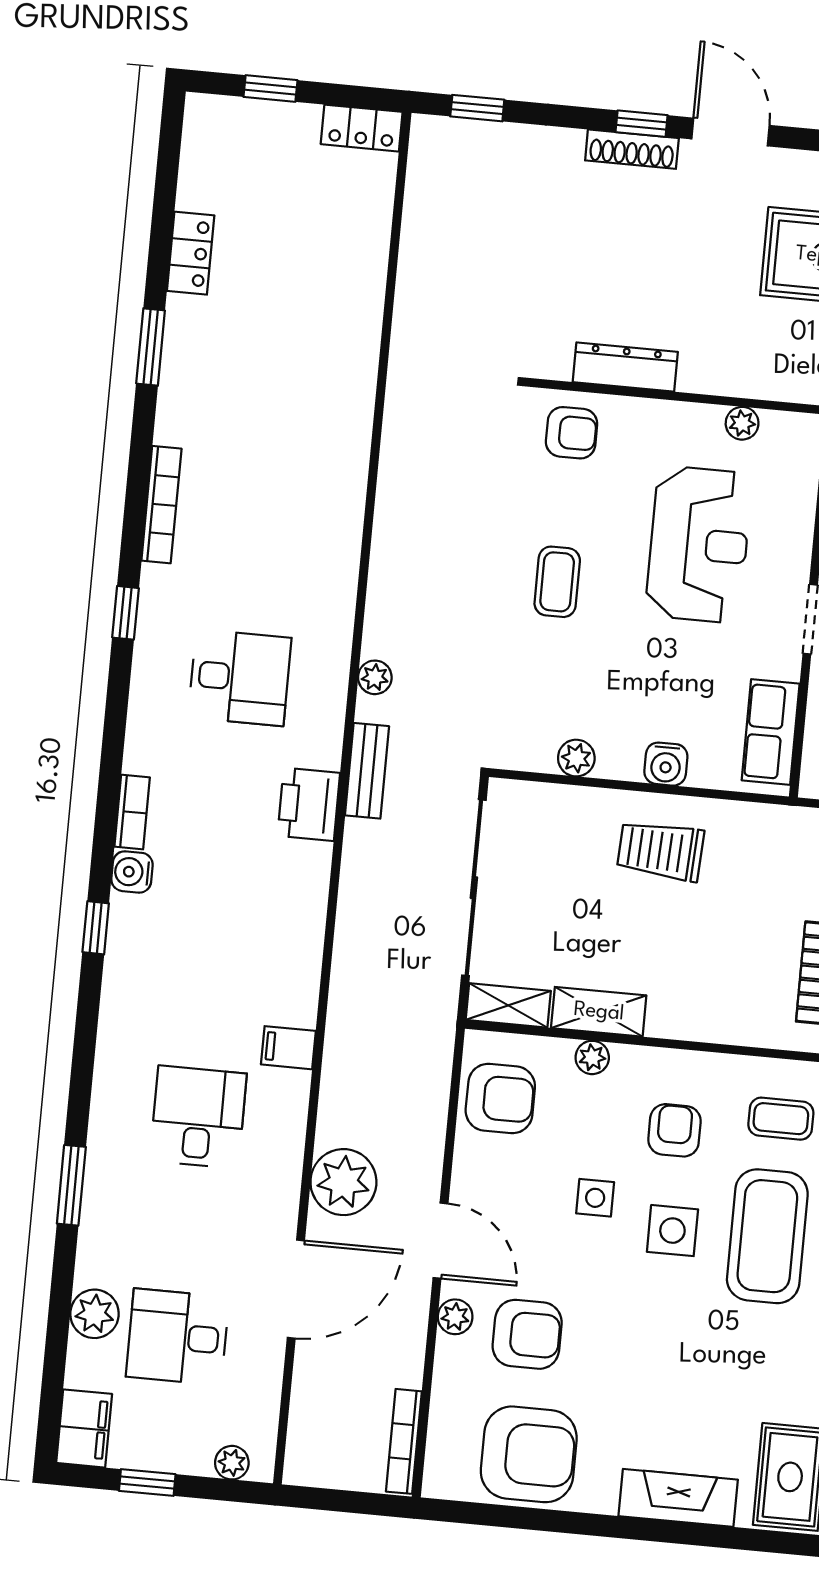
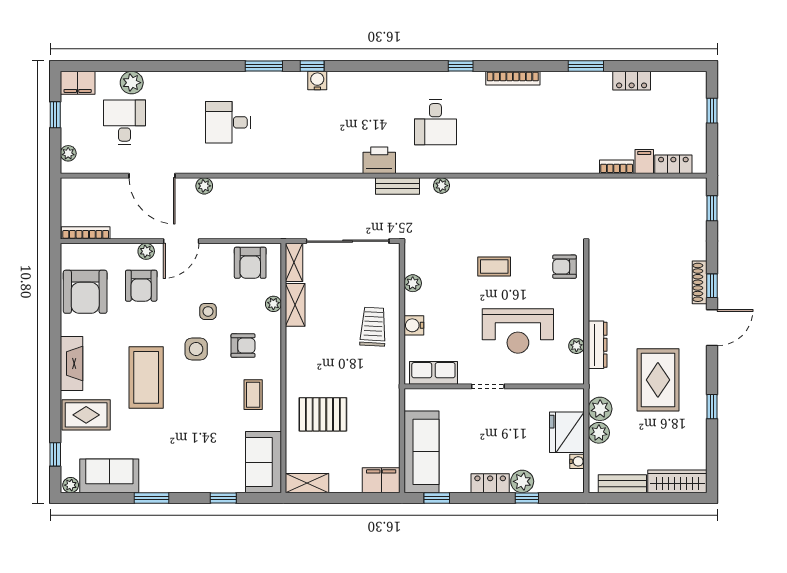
locker: (362, 128) -> (673, 164), moved, turned 90
dresser: (625, 367) -> (598, 345), moved
armchair: (572, 433) -> (564, 267), turned 90
bookcase: (132, 812) -> (617, 167), moved, turned 180
water cooler: (132, 872) -> (317, 81), moved
filing cabinet: (288, 1048) -> (644, 161), moved
desk: (198, 1117) -> (228, 122), turned 180
plant: (343, 1182) -> (204, 186), width x0.53, depth x0.53
window: (71, 1185) -> (264, 66), moved
coffee table: (767, 1236) -> (146, 377), moved, turned 90

